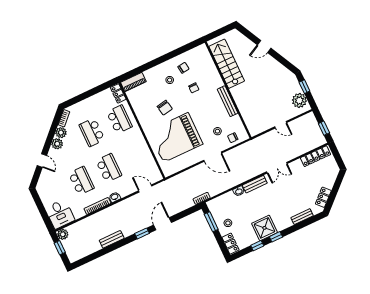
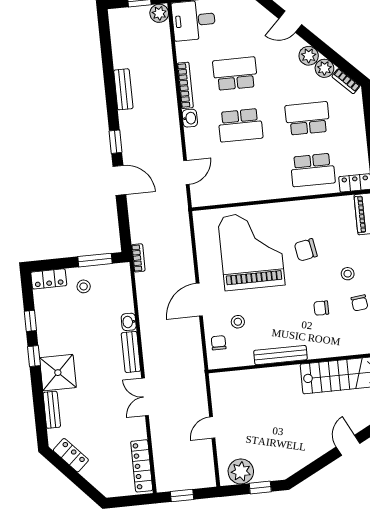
school desk: (81, 181) -> (235, 74), turned 180
shower: (264, 228) -> (58, 373), moved

